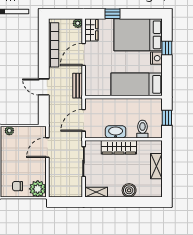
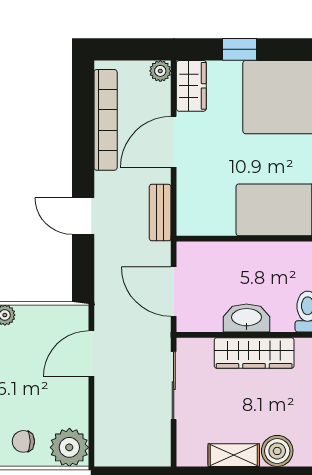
door: (84, 120) -> (174, 292), hinge flipped
shelving: (96, 192) -> (234, 455), moved

